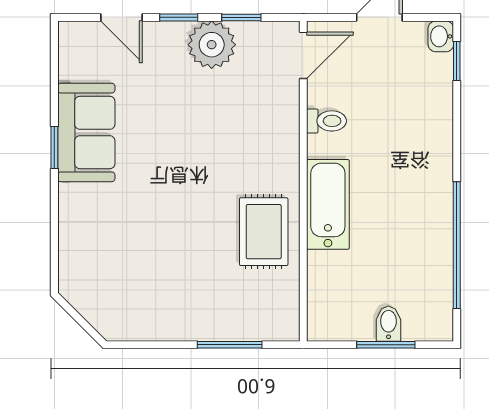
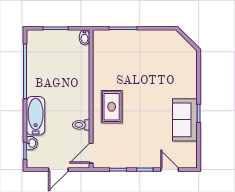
washbasin: (441, 36) -> (32, 143), moved
plant: (212, 45) -> (131, 158), removed
bathtub: (328, 204) -> (36, 116), moved, turned 180
rug: (264, 232) -> (112, 107), moved
bidet: (388, 324) -> (85, 37), moved

